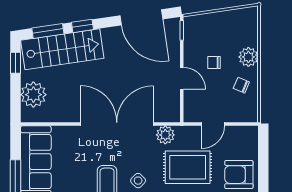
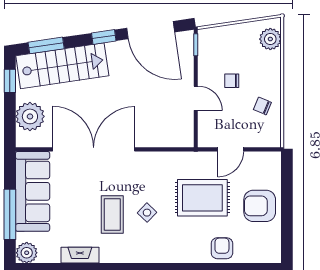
window: (82, 26) -> (104, 37), moved
plant: (248, 57) -> (270, 39), moved
double door: (117, 124) -> (94, 149), moved
plant: (165, 135) -> (177, 162), removed

